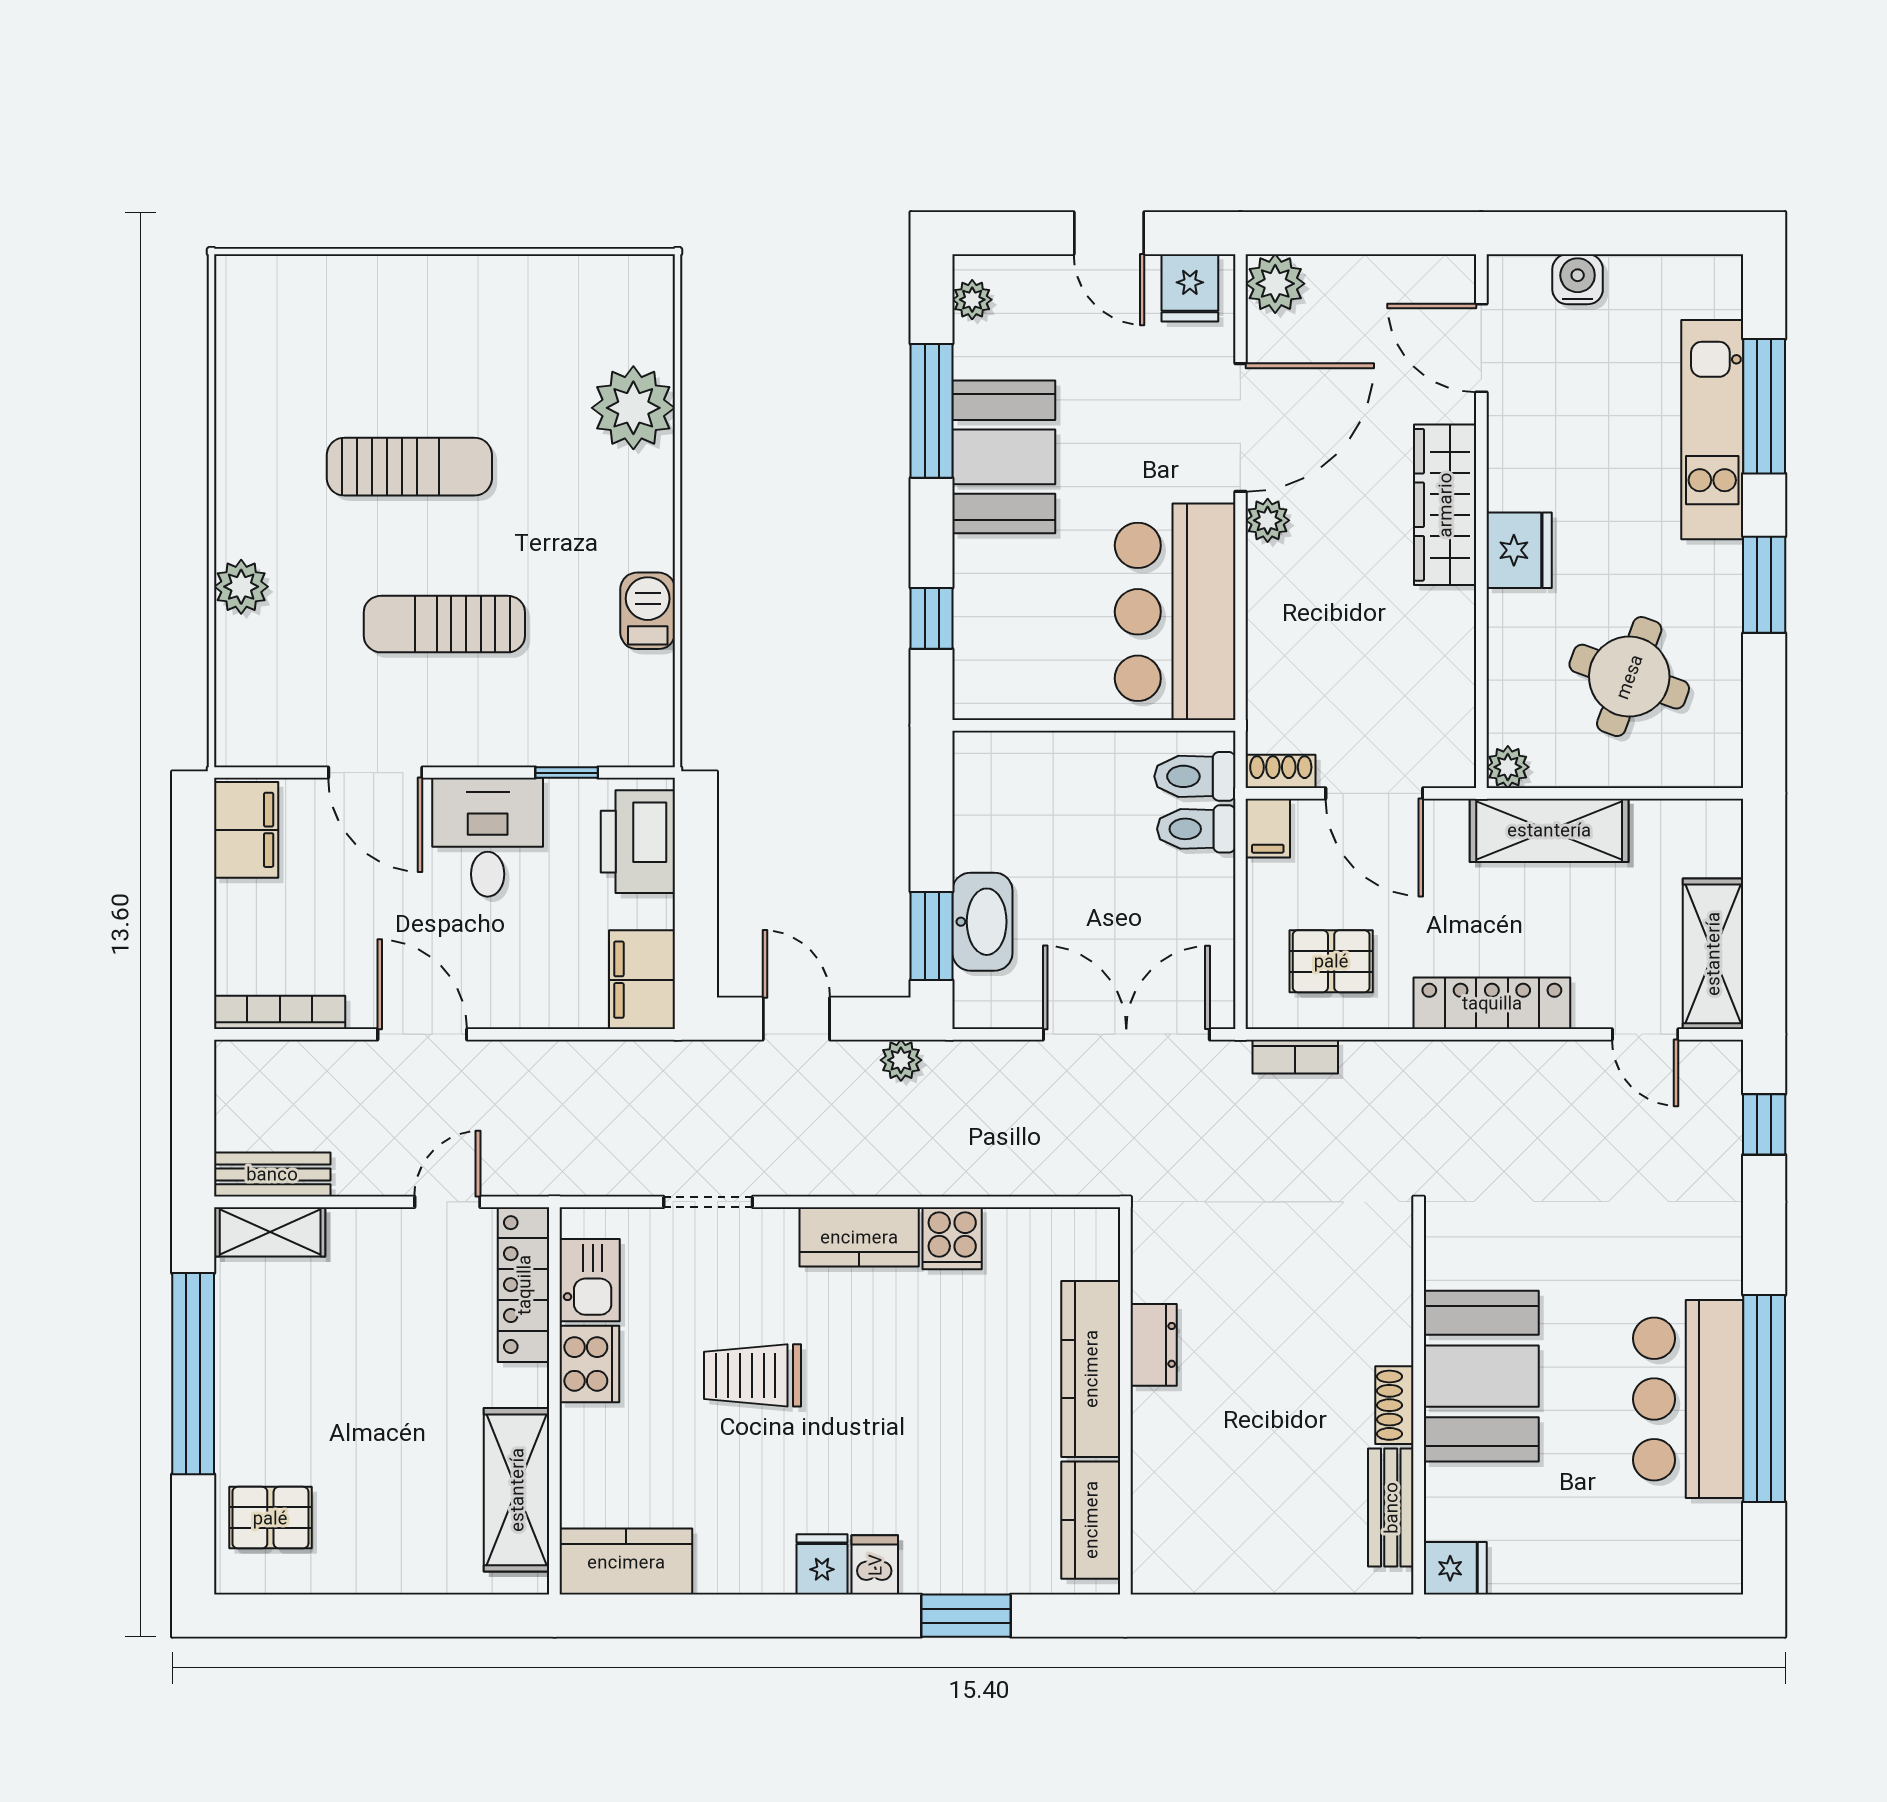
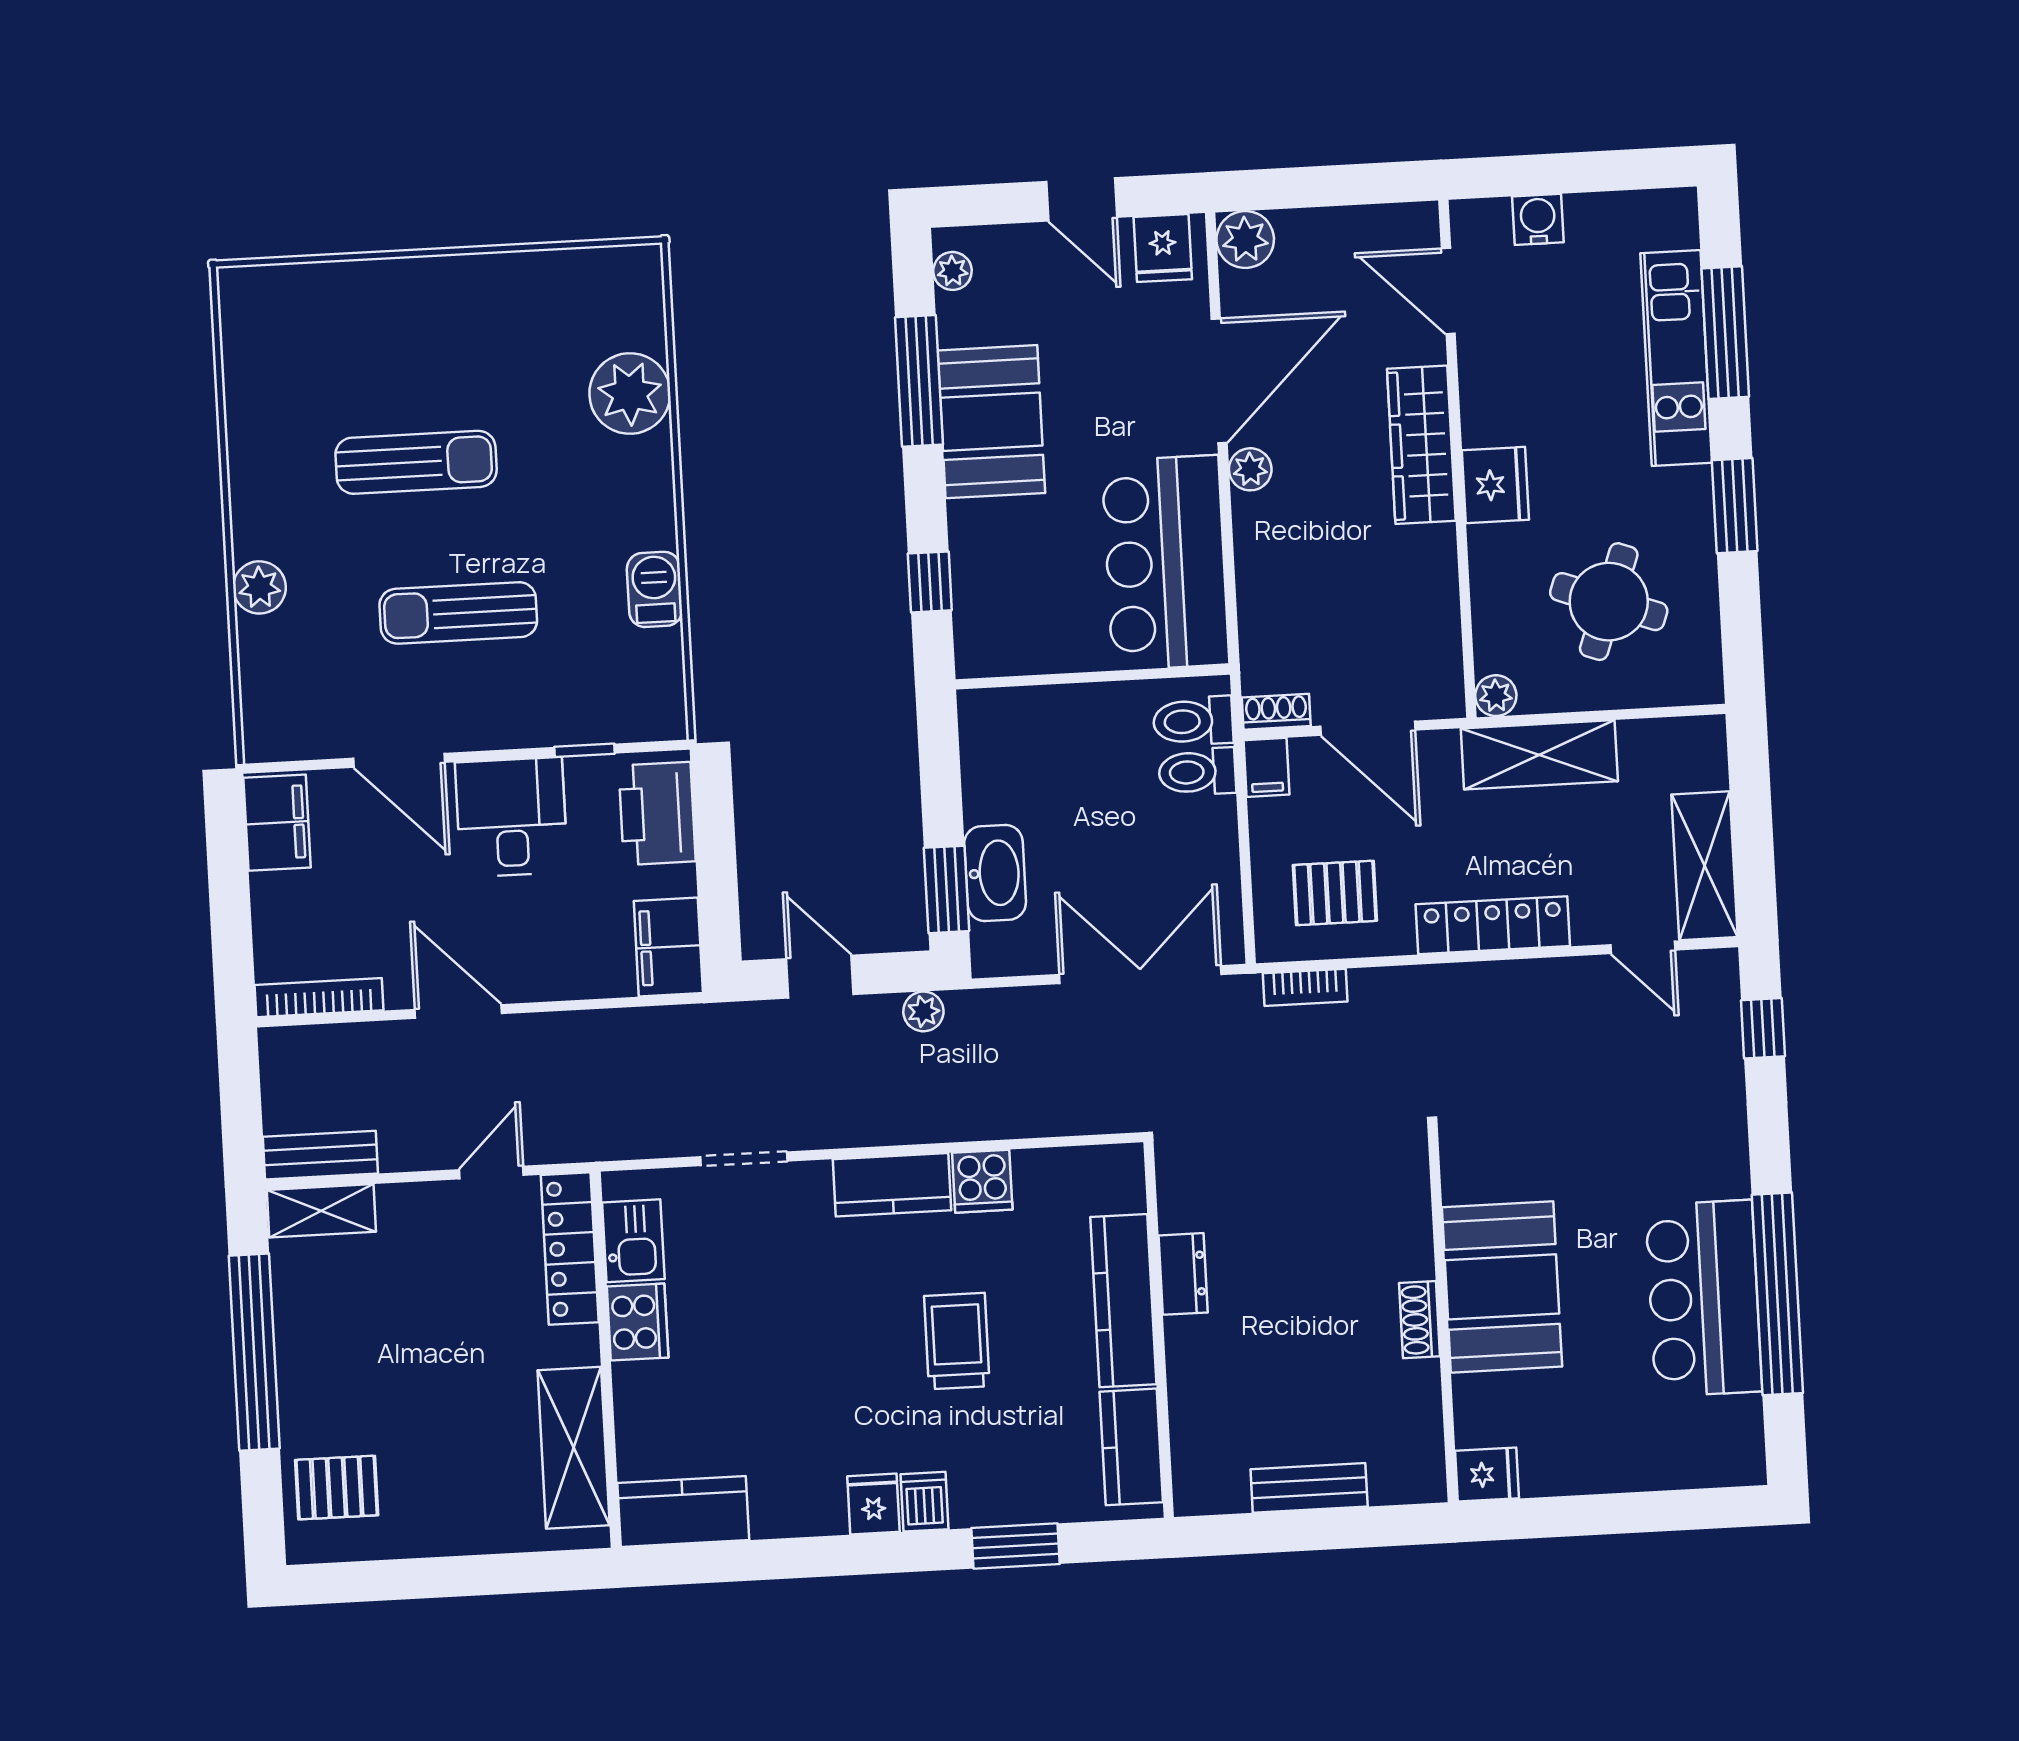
trolley: (753, 1375) -> (957, 1341), moved, turned 90
bench: (1391, 1508) -> (1309, 1488), moved, turned 90

